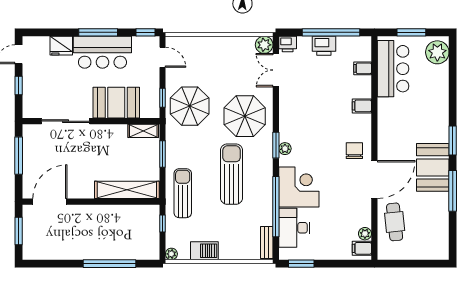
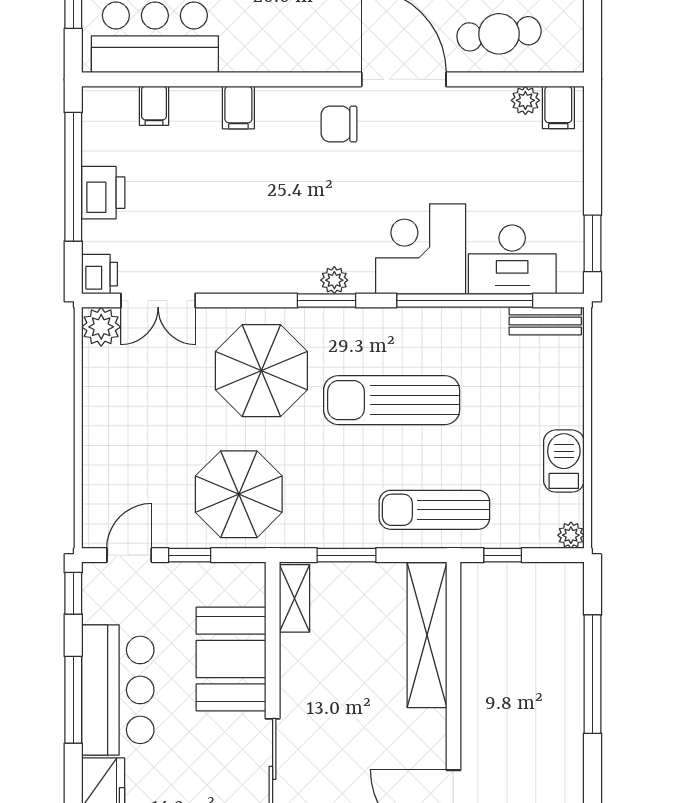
window: (162, 98) -> (190, 555), moved

